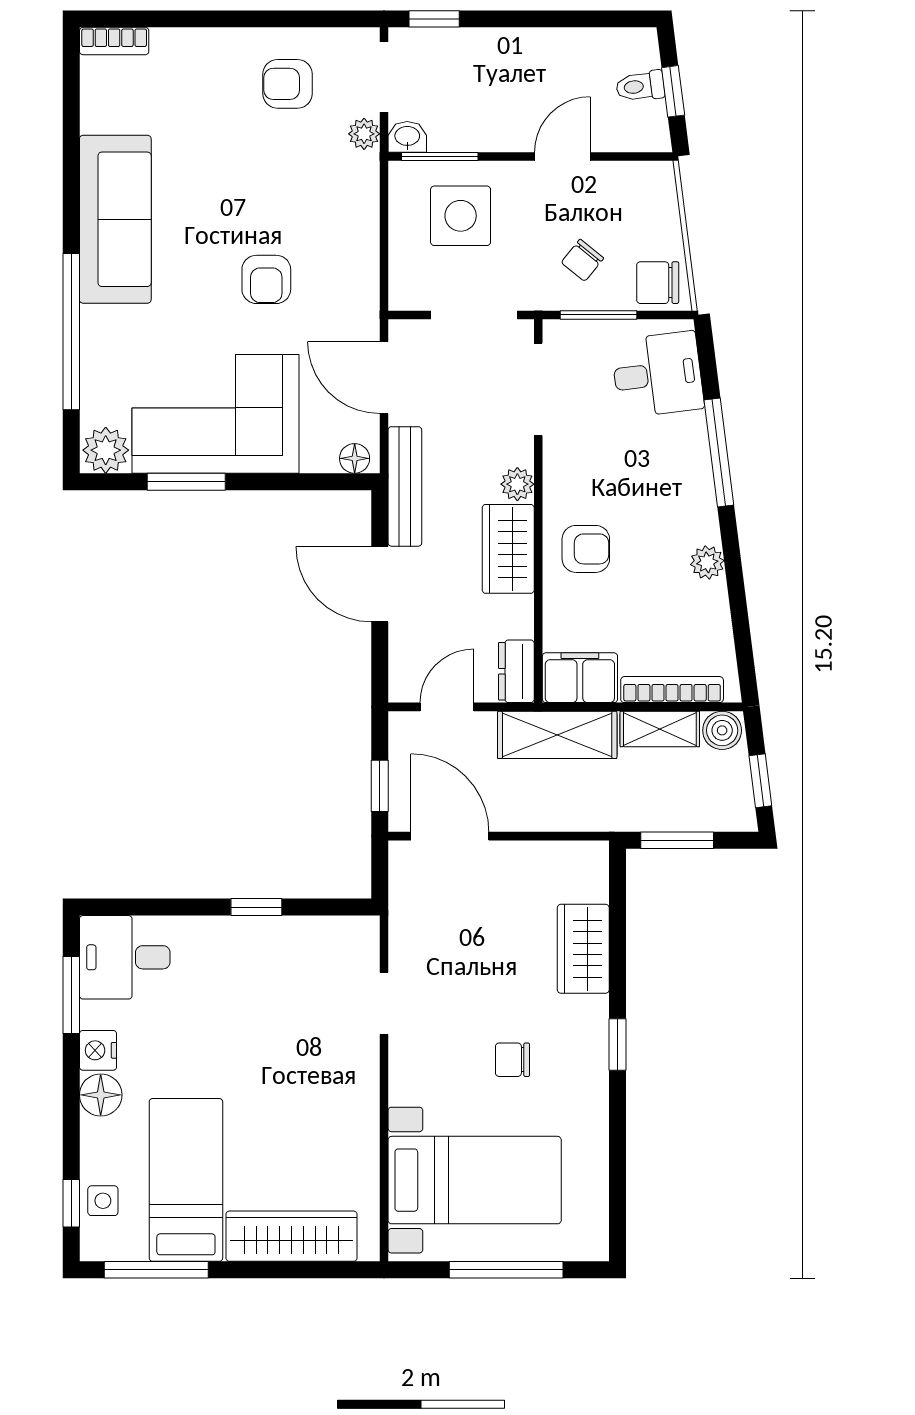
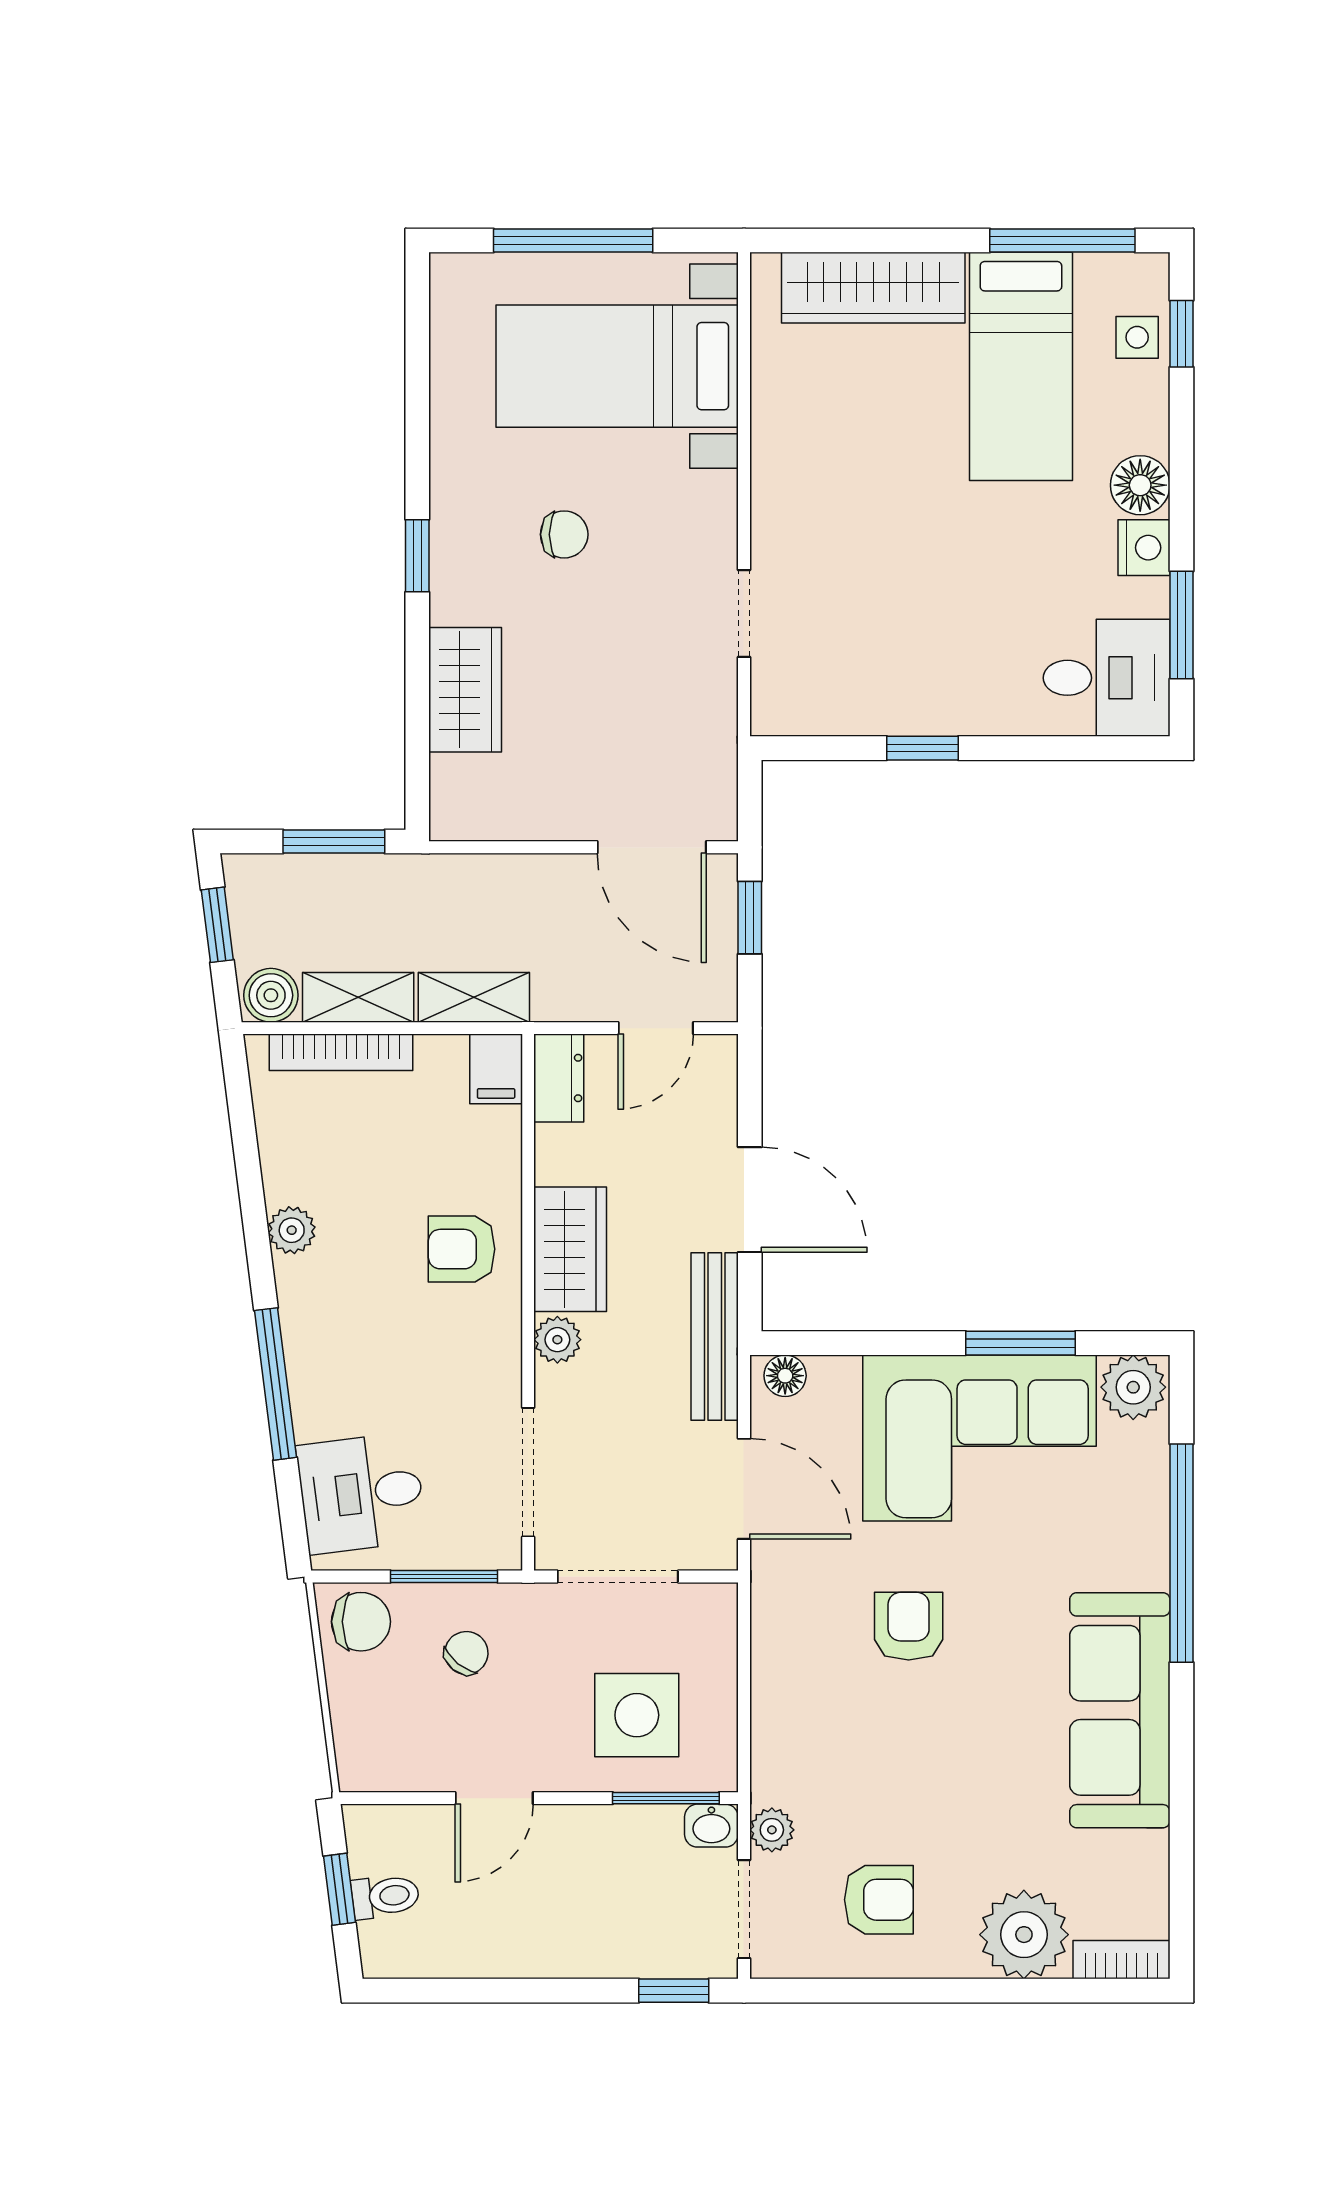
plant: (184, 59) -> (1024, 1935), added
filing cabinet: (580, 678) -> (496, 1069), width x0.50
shelving: (557, 735) -> (474, 997), width x0.67, depth x0.75

